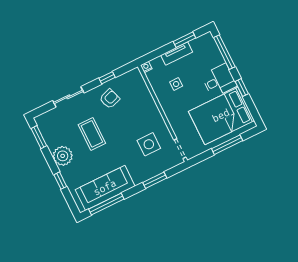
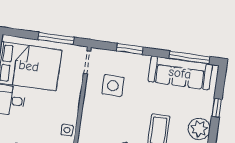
side table: (176, 84) -> (67, 130), moved
window: (227, 145) -> (56, 38), moved

